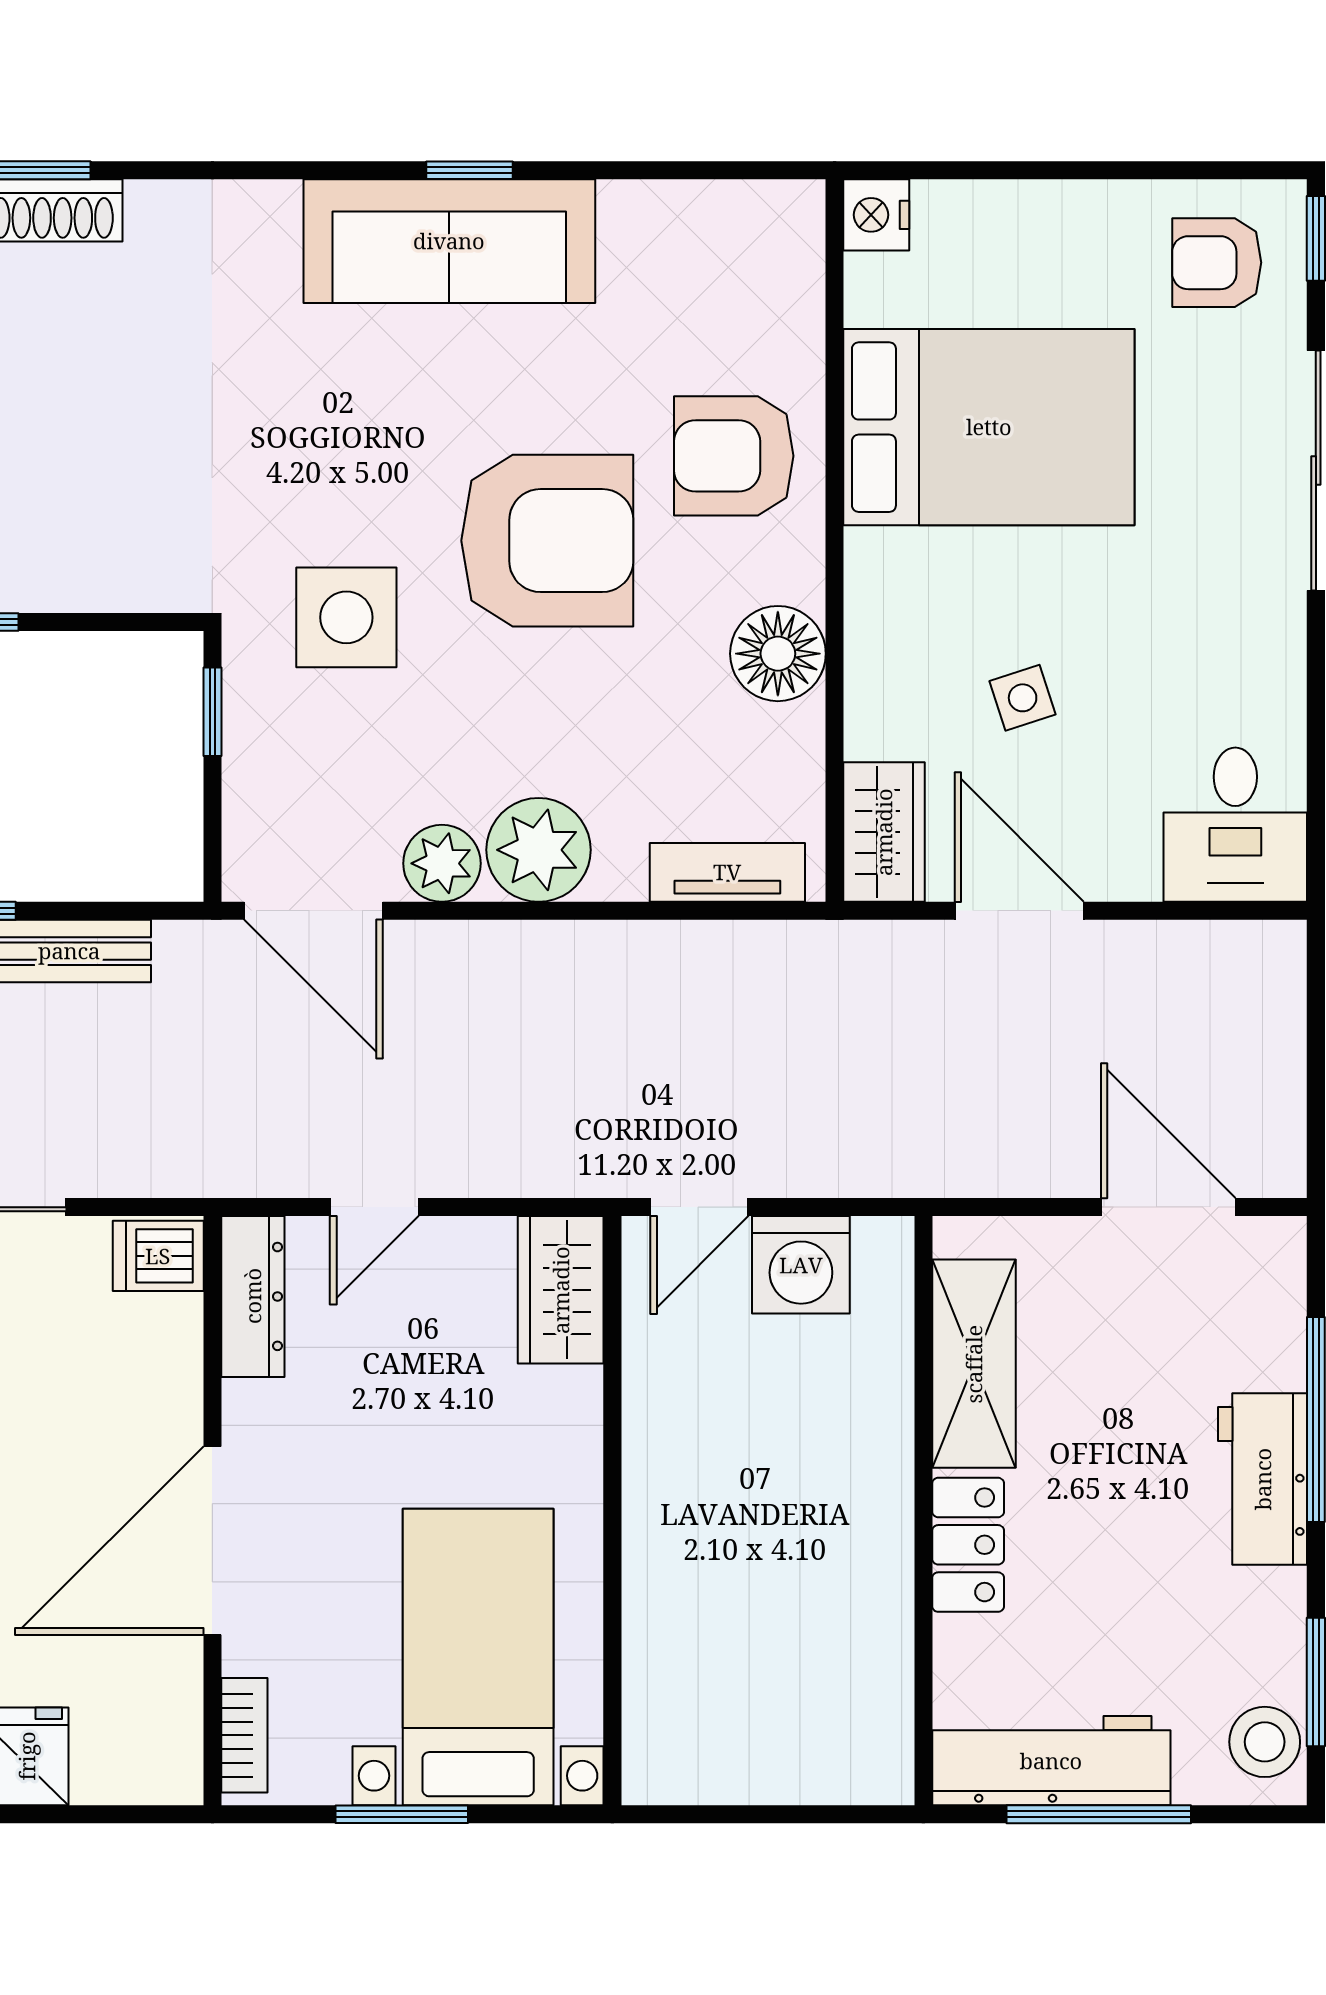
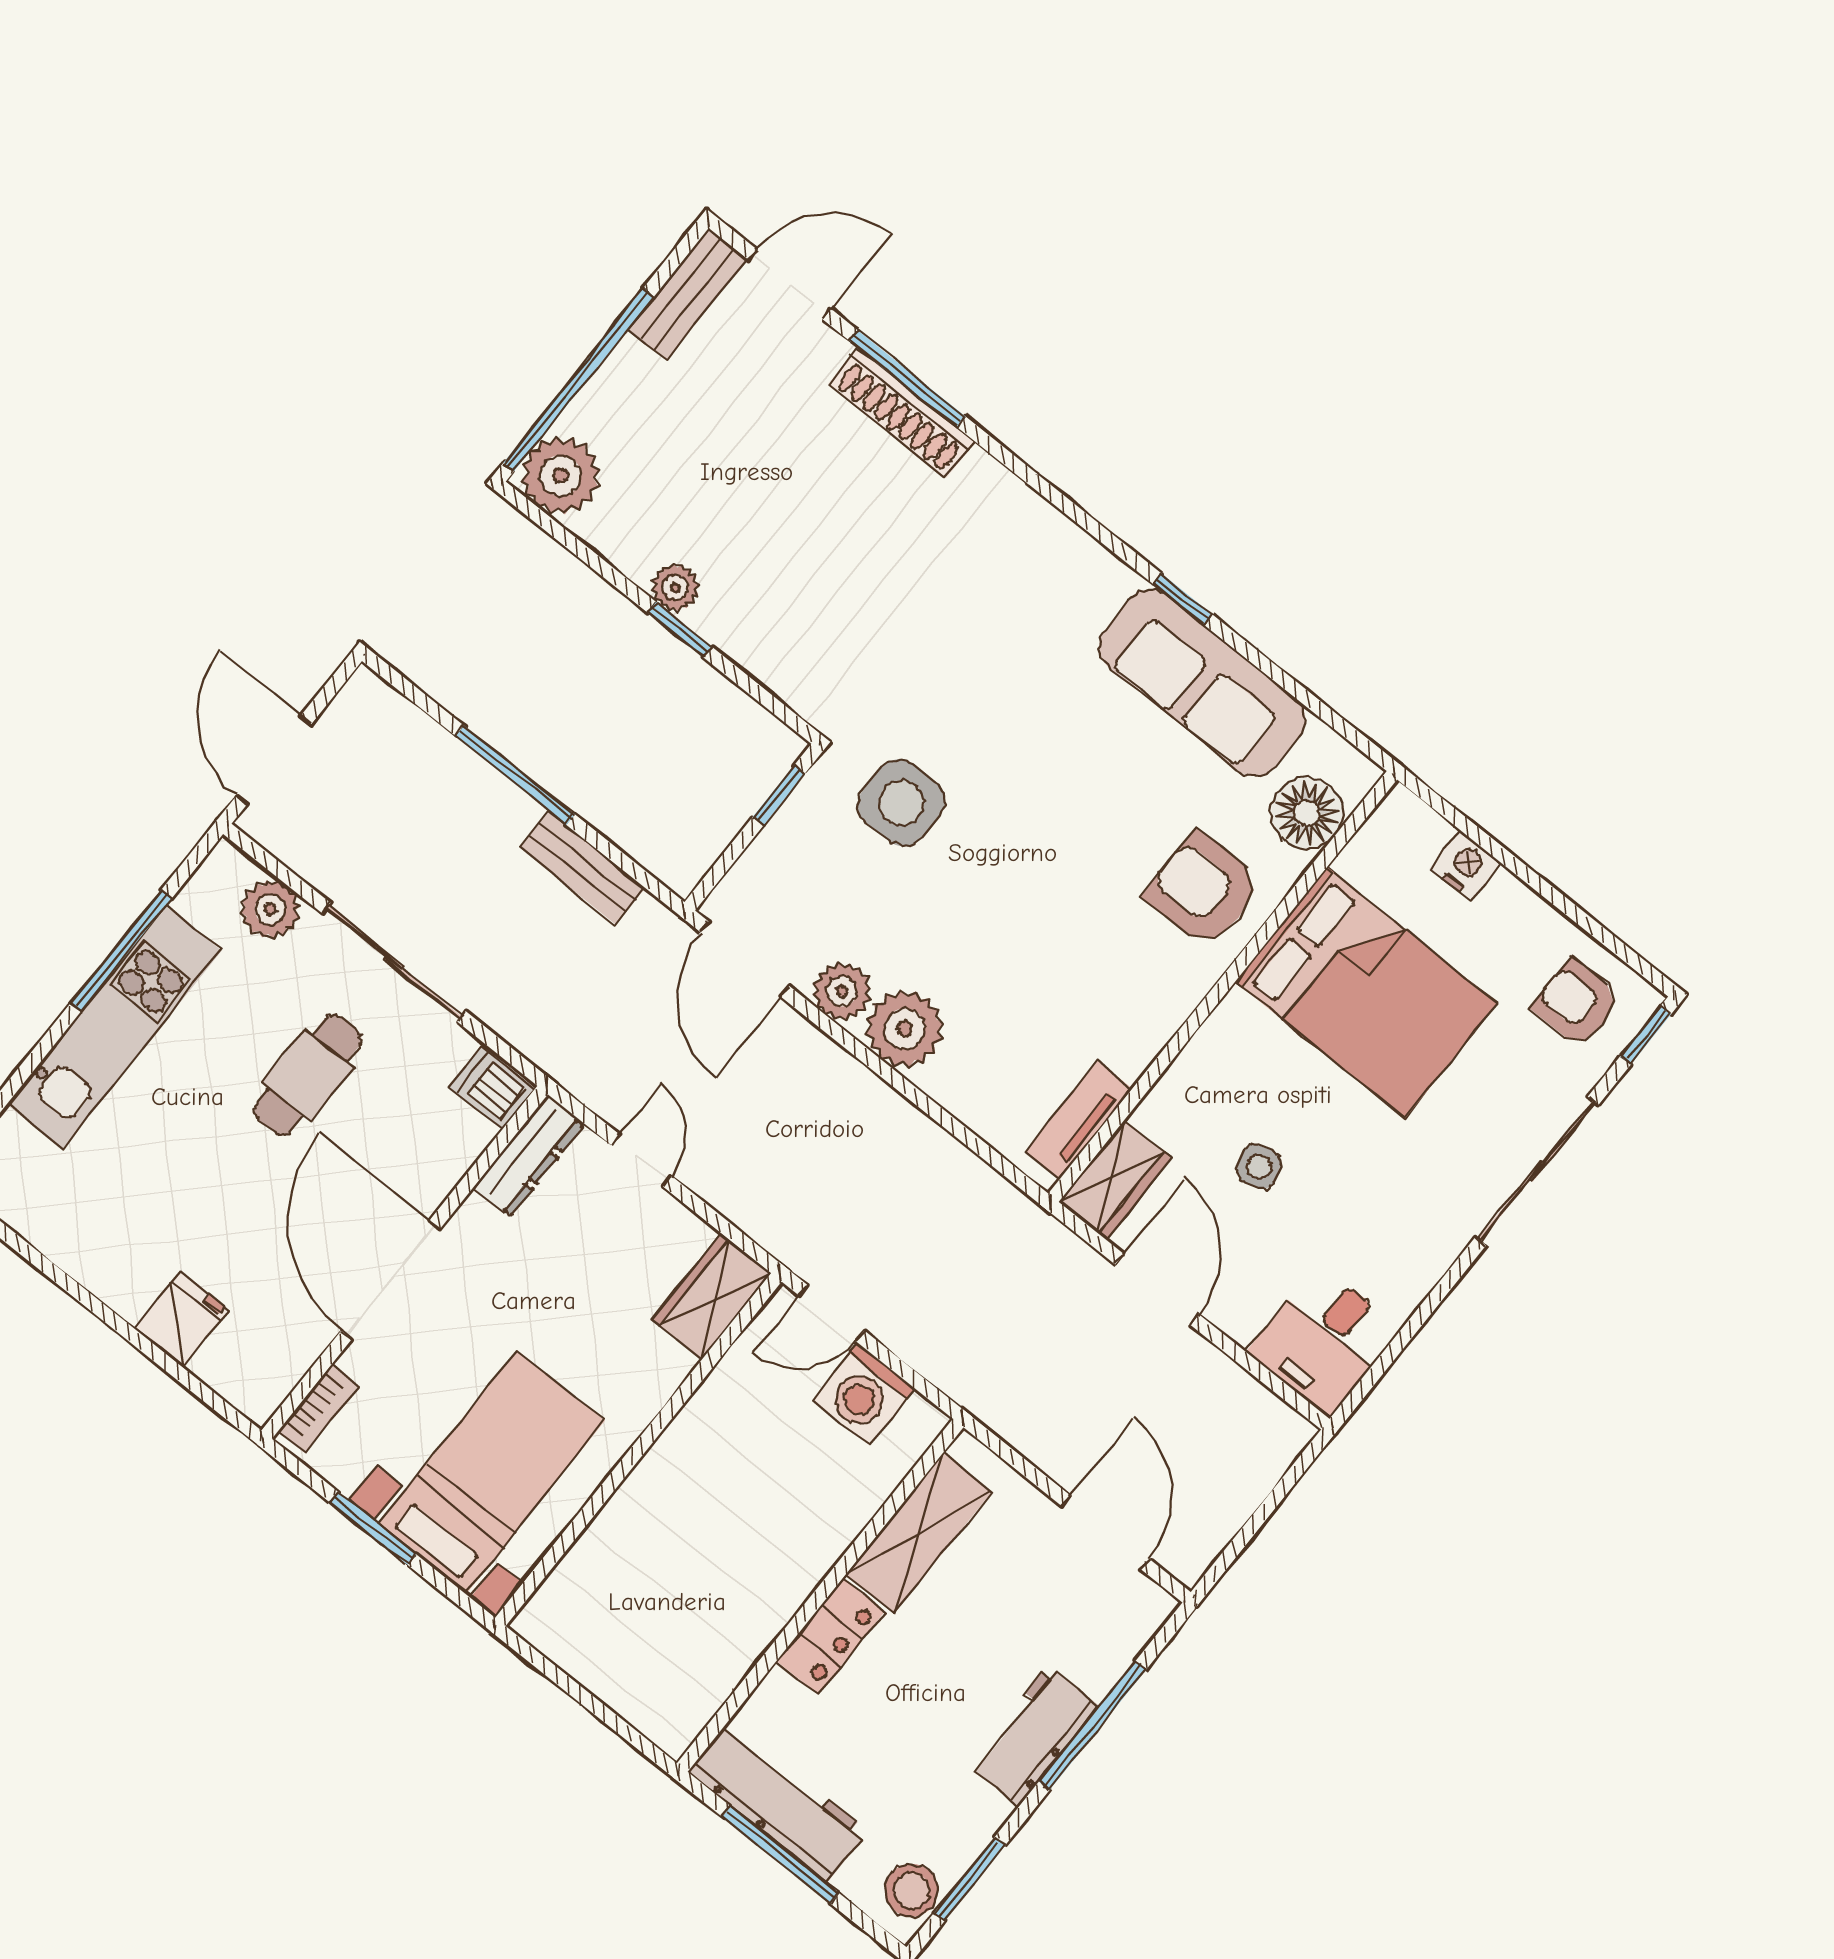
nightstand: (876, 215) -> (1466, 866), moved, turned 90
sofa: (449, 241) -> (1202, 683), moved
armchair: (547, 541) -> (1055, 852), removed
floor lamp: (778, 654) -> (1307, 813), moved
tv unit: (727, 872) -> (1079, 1120), moved, turned -90
door: (374, 1207) -> (641, 1161), swing flipped
door: (212, 1541) -> (391, 1280), hinge flipped

